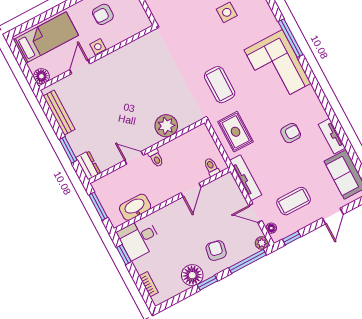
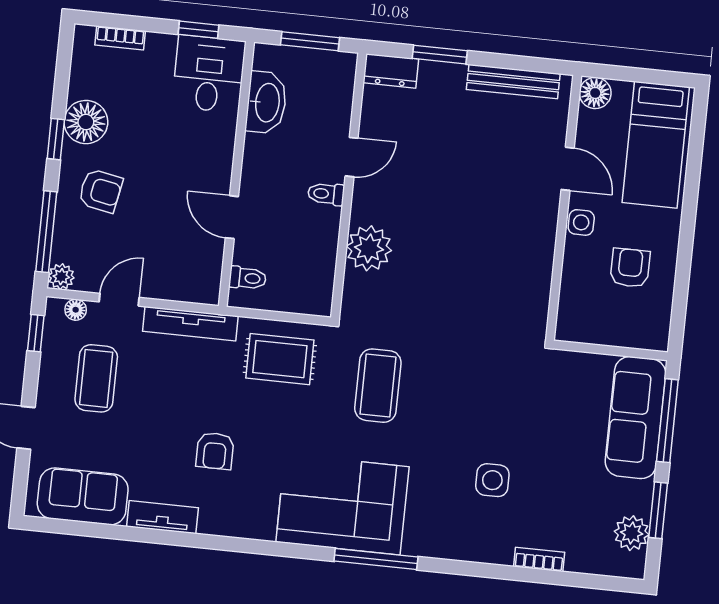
coffee table: (220, 85) -> (378, 386), turned 90

